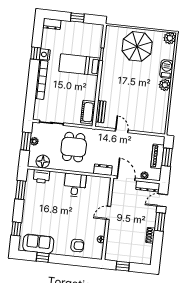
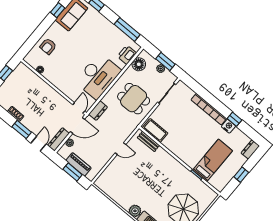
bed: (79, 65) -> (213, 160), moved
desk: (75, 185) -> (98, 76), width x1.87, depth x1.30
window: (21, 190) -> (127, 29), width x1.44
door: (108, 213) -> (79, 108), moved

